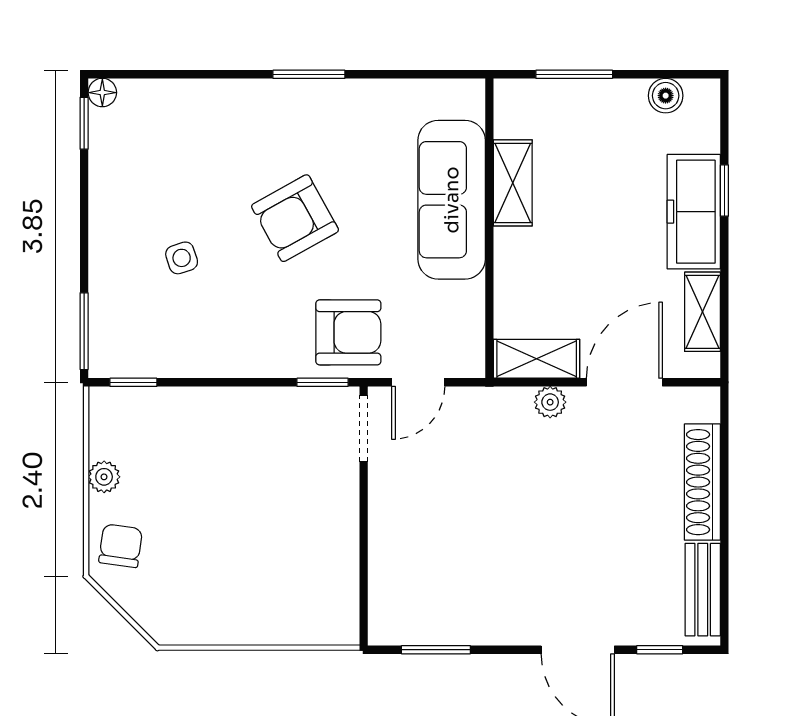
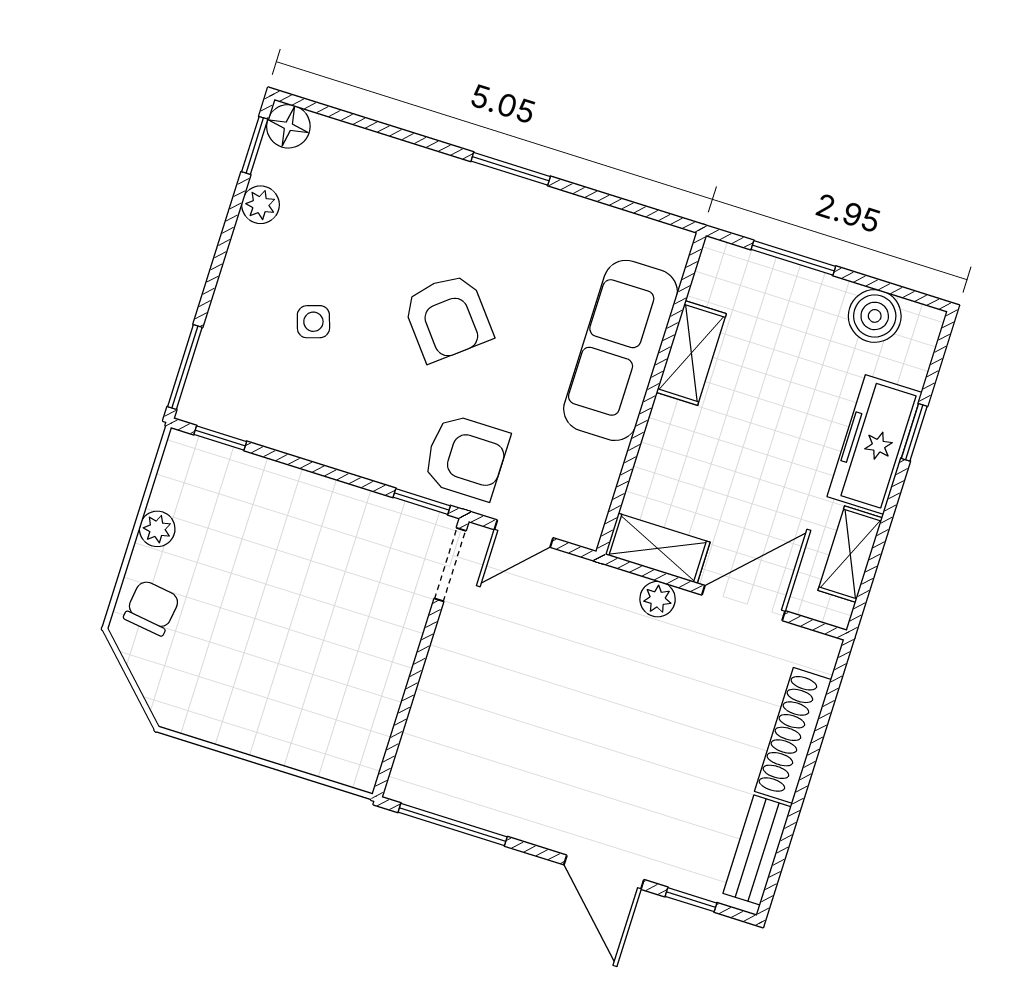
floor lamp: (102, 93) -> (288, 126), width x1.37, depth x1.37
boiler: (666, 96) -> (875, 316), width x1.36, depth x1.36
plant: (105, 172) -> (261, 205), added
armchair: (295, 218) -> (448, 317), turned -100
window: (436, 650) -> (453, 825), width x1.44

